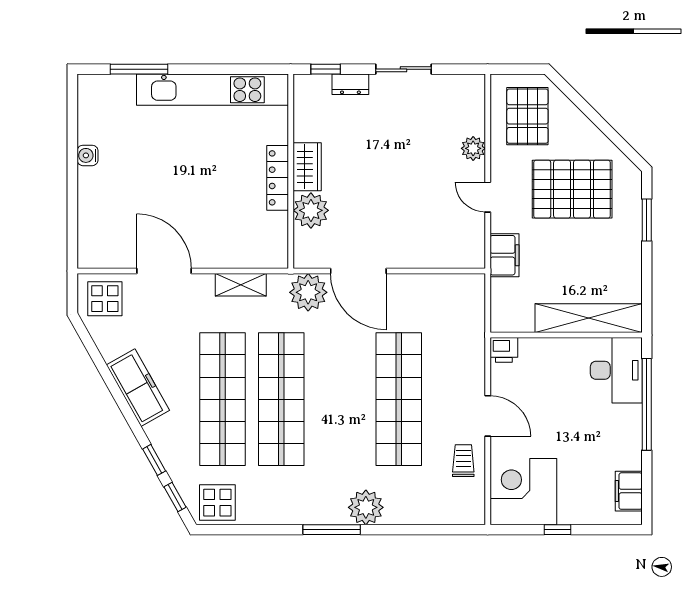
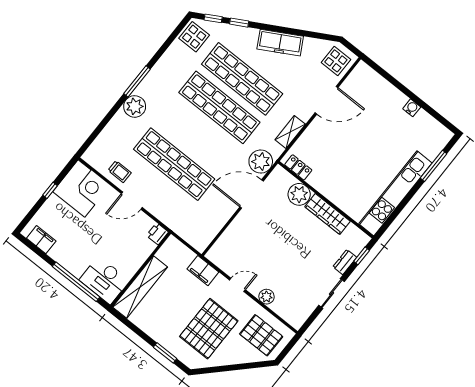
wardrobe: (307, 167) -> (328, 214), width x1.50
locker: (278, 178) -> (298, 167), moved, width x0.66

